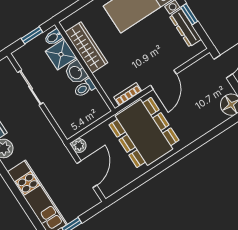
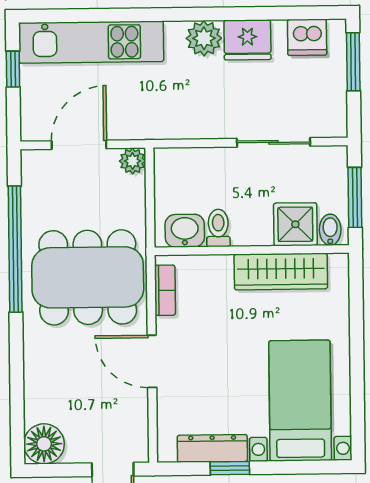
window: (32, 35) -> (355, 197), width x1.50
washbasin: (76, 72) -> (185, 231), moved
window: (152, 173) -> (15, 249), added
door: (87, 174) -> (79, 145), swing flipped

